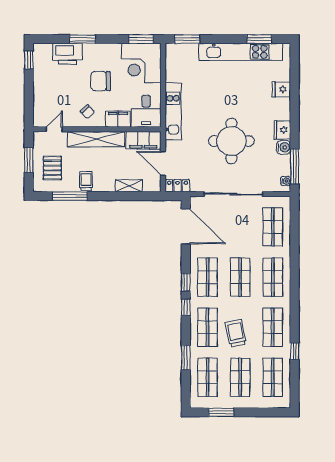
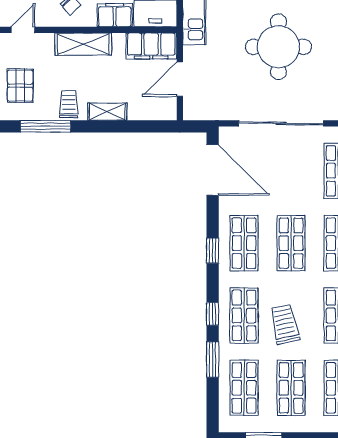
shelving: (96, 139) -> (83, 44), width x0.68
door: (163, 163) -> (180, 79), hinge flipped
shelving: (129, 186) -> (107, 112), moved
locker: (178, 186) -> (201, 111), removed
window: (186, 307) -> (213, 314), moved

